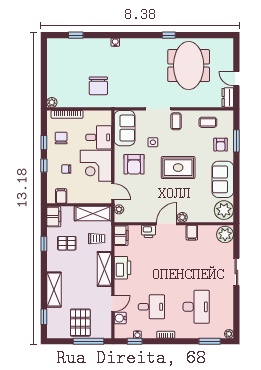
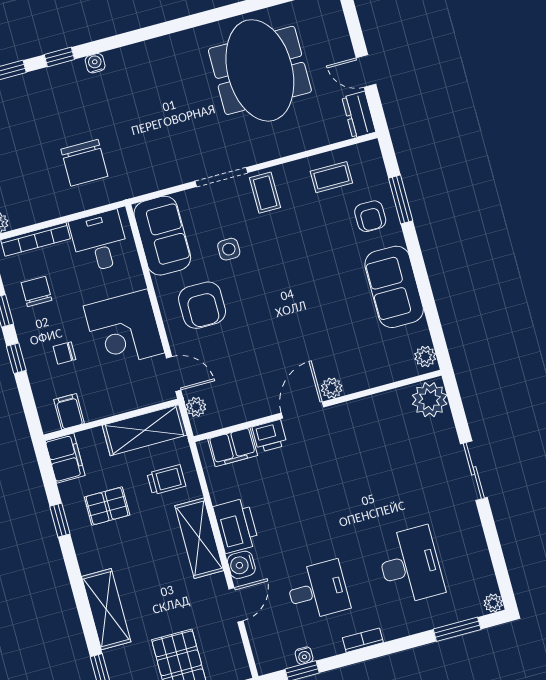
window: (169, 35) -> (59, 57), moved
desk: (99, 137) -> (100, 241), moved, turned -90
rug: (178, 168) -> (295, 287), removed
plant: (224, 210) -> (425, 357), width x0.53, depth x0.53
filing cabinet: (192, 233) -> (360, 414), removed
filing cabinet: (121, 235) -> (233, 447), moved, turned 90
water cooler: (120, 318) -> (241, 565), moved

